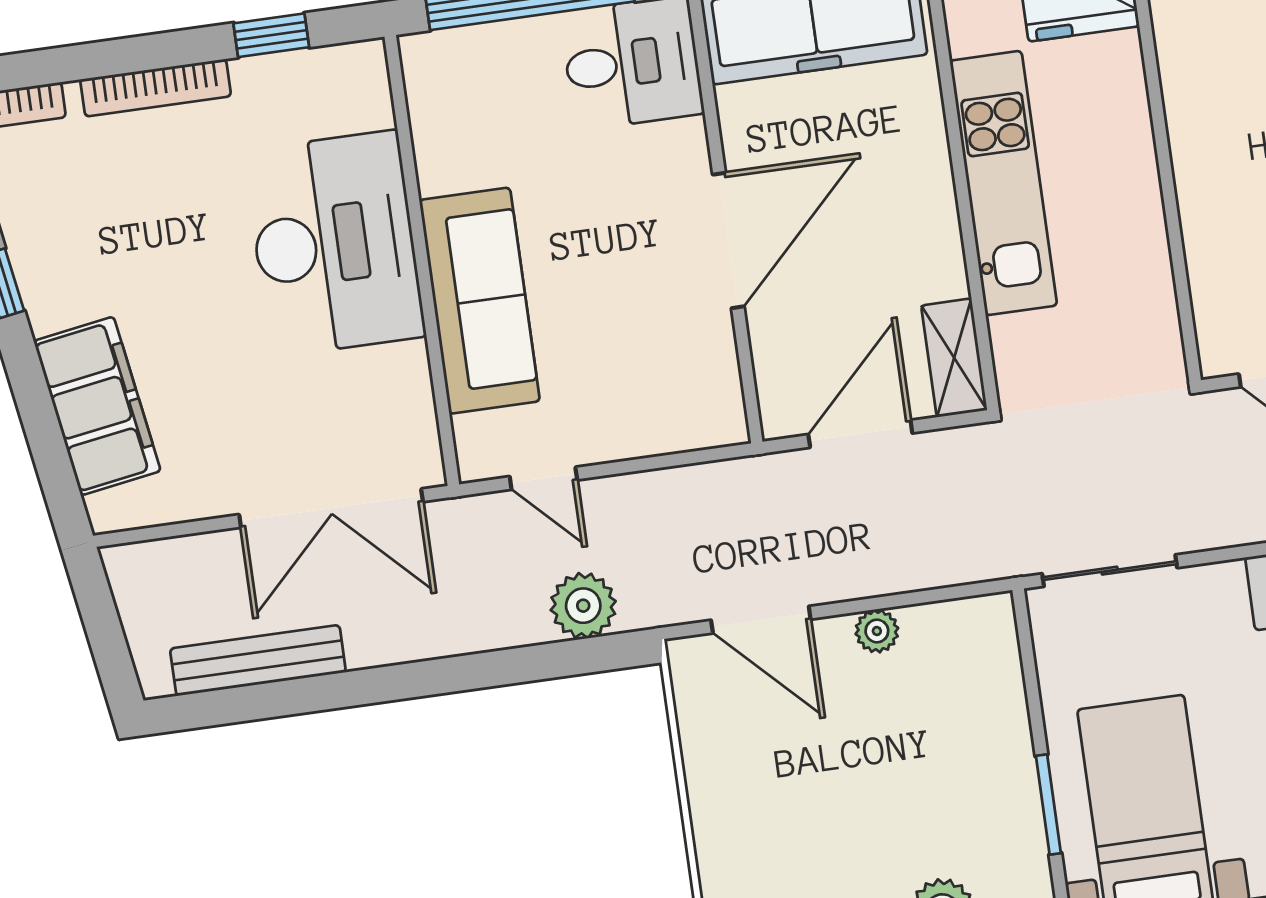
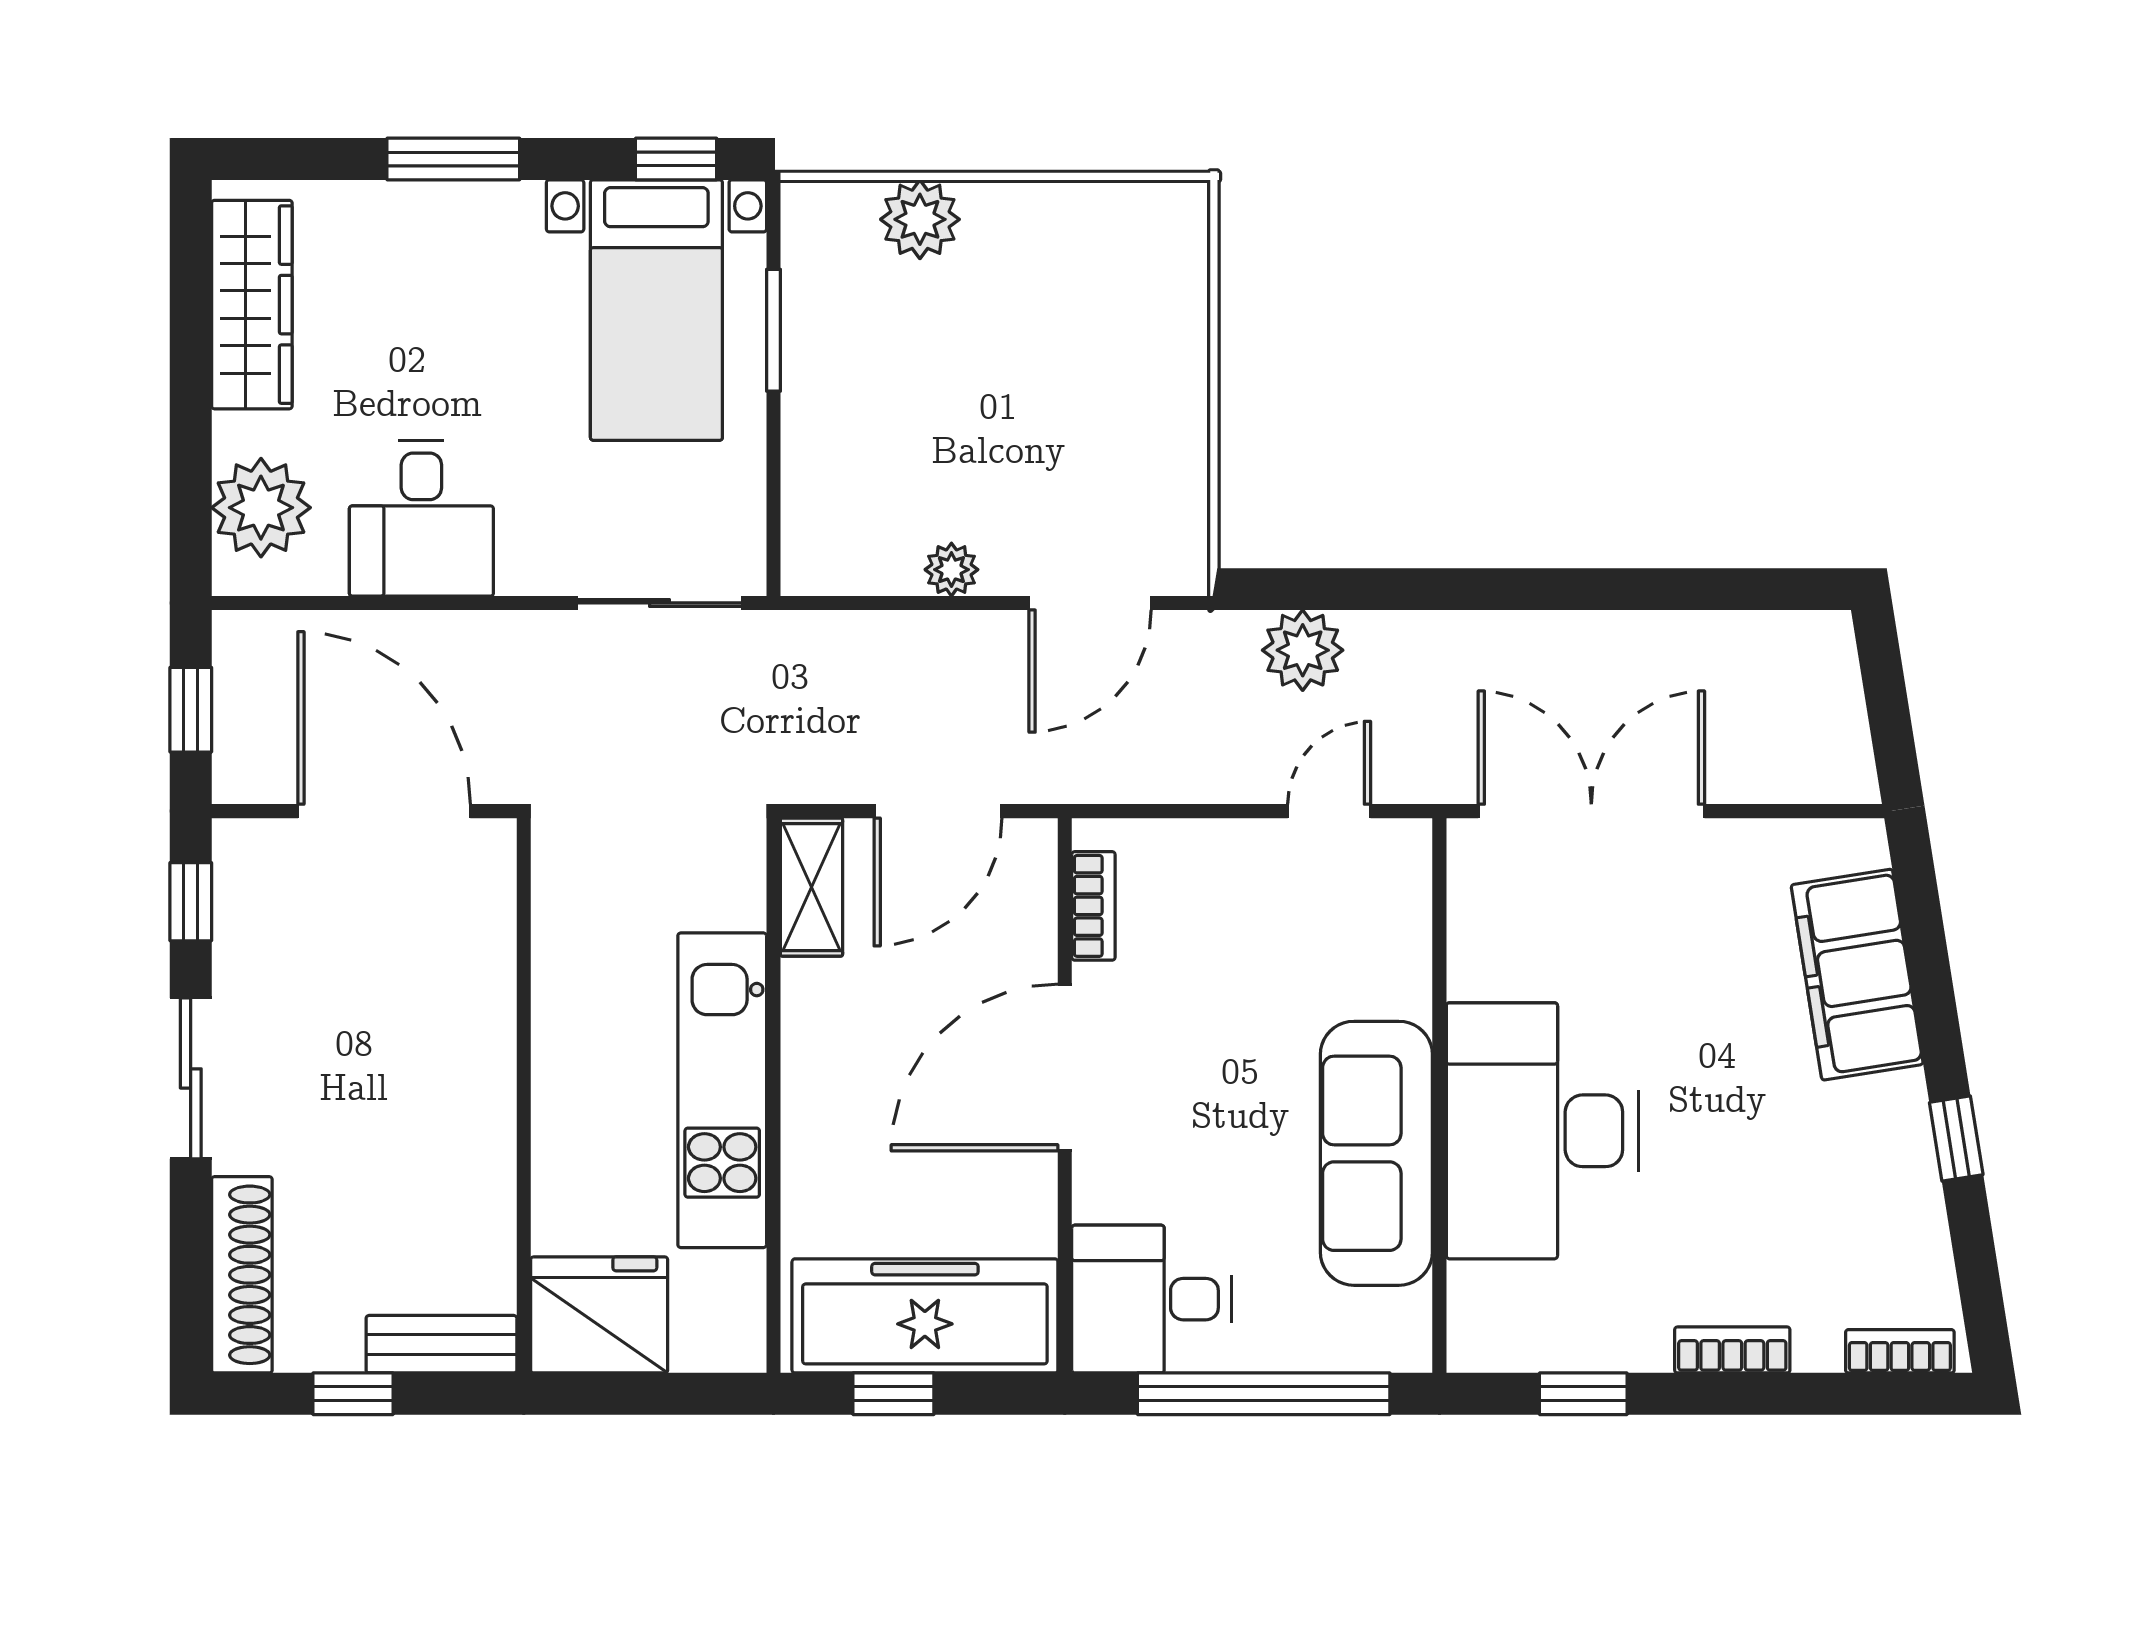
bookcase: (156, 88) -> (1732, 1350), width x0.64
sofa: (479, 301) -> (1376, 1153), moved
bookcase: (724, 375) -> (1093, 906), added
door: (543, 478) -> (1329, 811), hinge flipped
door: (761, 620) -> (1090, 603), swing flipped
bench: (258, 660) -> (1706, 639), removed

